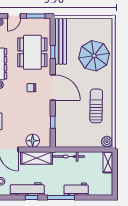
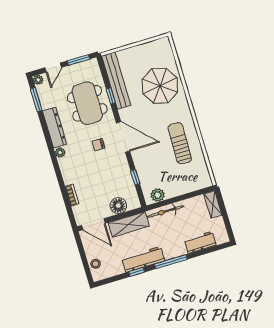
plant: (107, 142) -> (158, 195), moved
workbench: (27, 189) -> (143, 259), moved
workbench: (76, 189) -> (200, 242), moved

